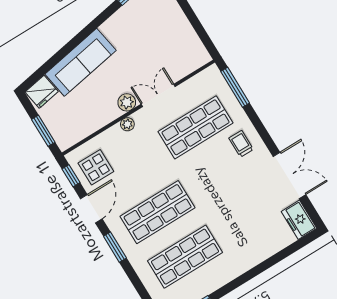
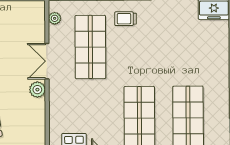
plant: (127, 124) -> (55, 18), moved

